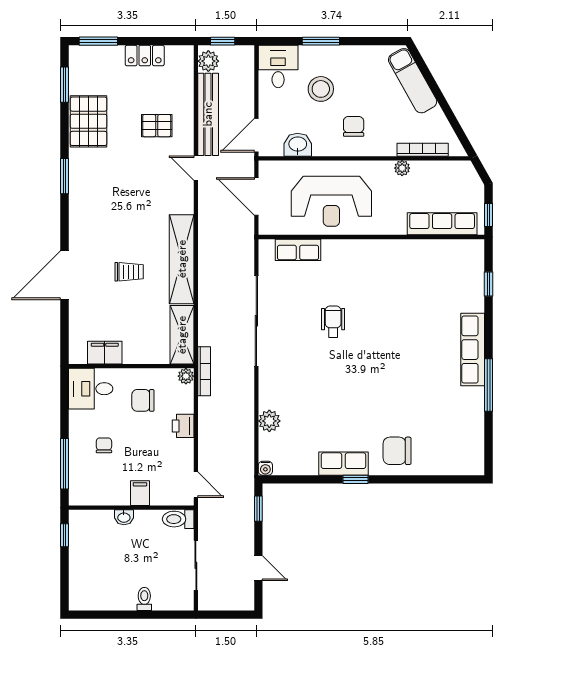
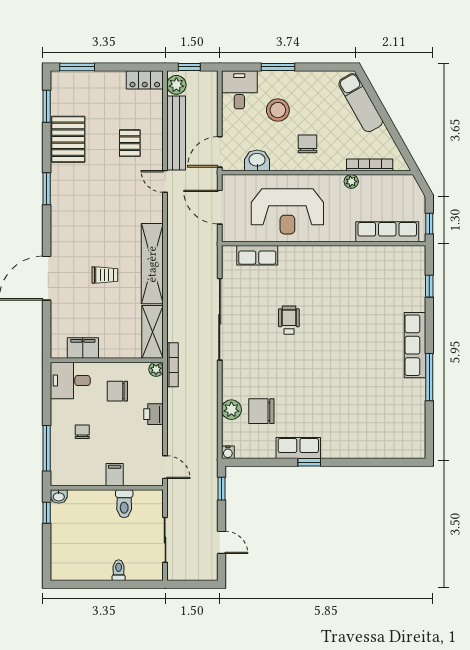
locker: (145, 56) -> (145, 80), moved
pallet: (157, 126) -> (130, 143), turned 90
chair: (397, 451) -> (261, 411), moved
washbasin: (124, 517) -> (59, 496), moved
toilet: (178, 519) -> (124, 504), moved, turned -90

